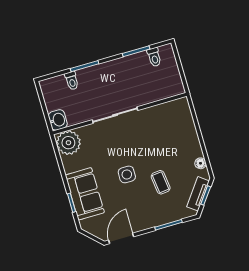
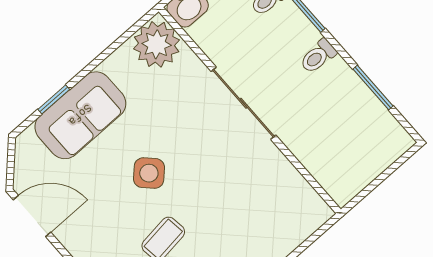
toilet: (154, 57) -> (318, 56), moved
side table: (127, 174) -> (149, 173), turned 45

